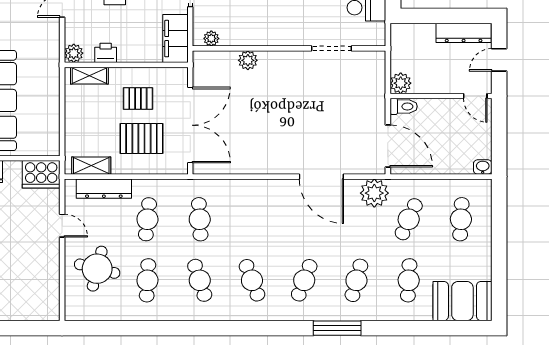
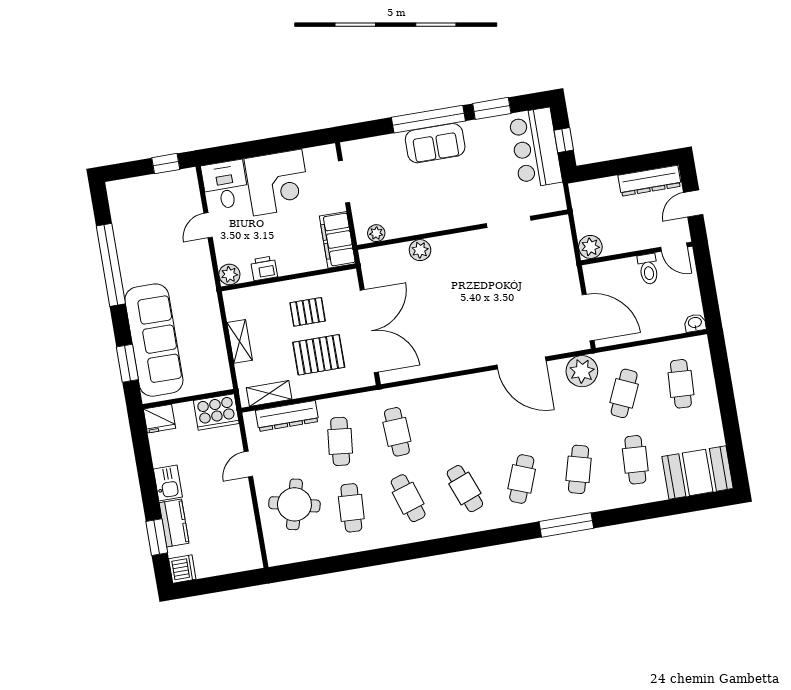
shelving: (89, 76) -> (240, 341), moved, turned 90
toilet: (404, 106) -> (648, 269), moved, turned 90
door: (62, 226) -> (248, 464), swing flipped

